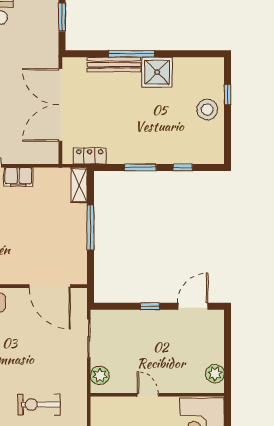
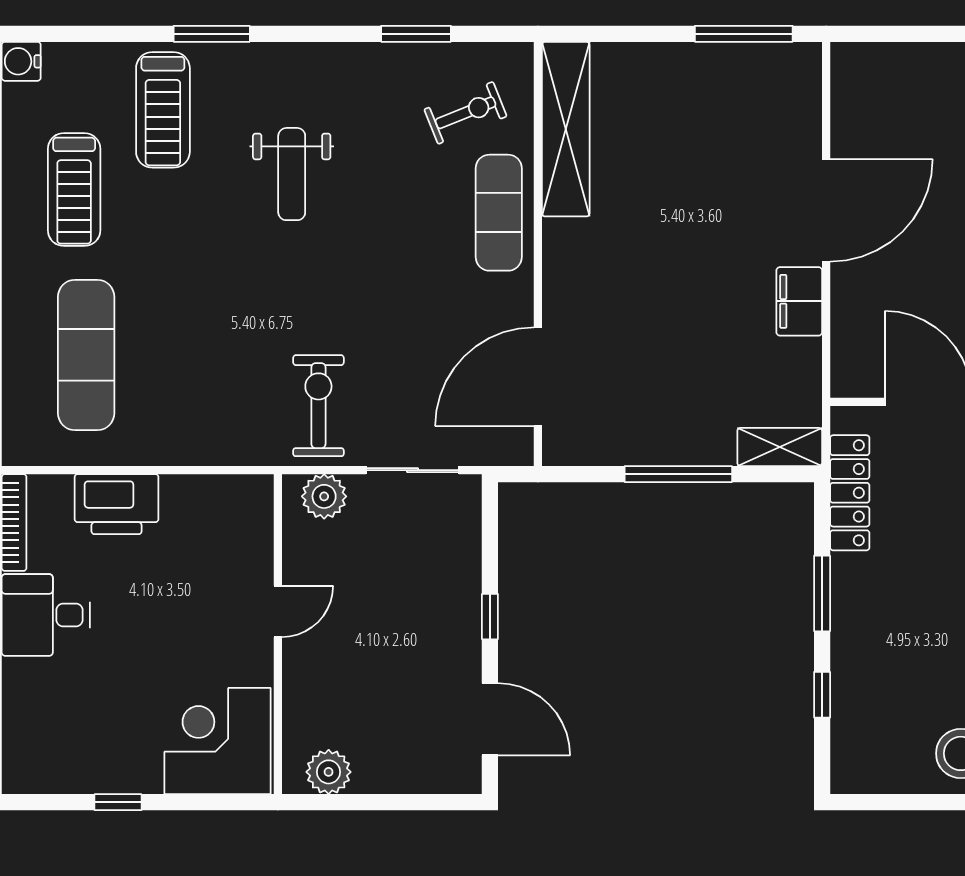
locker: (90, 156) -> (850, 493), width x1.53
exercise bike: (39, 405) -> (318, 406), moved

